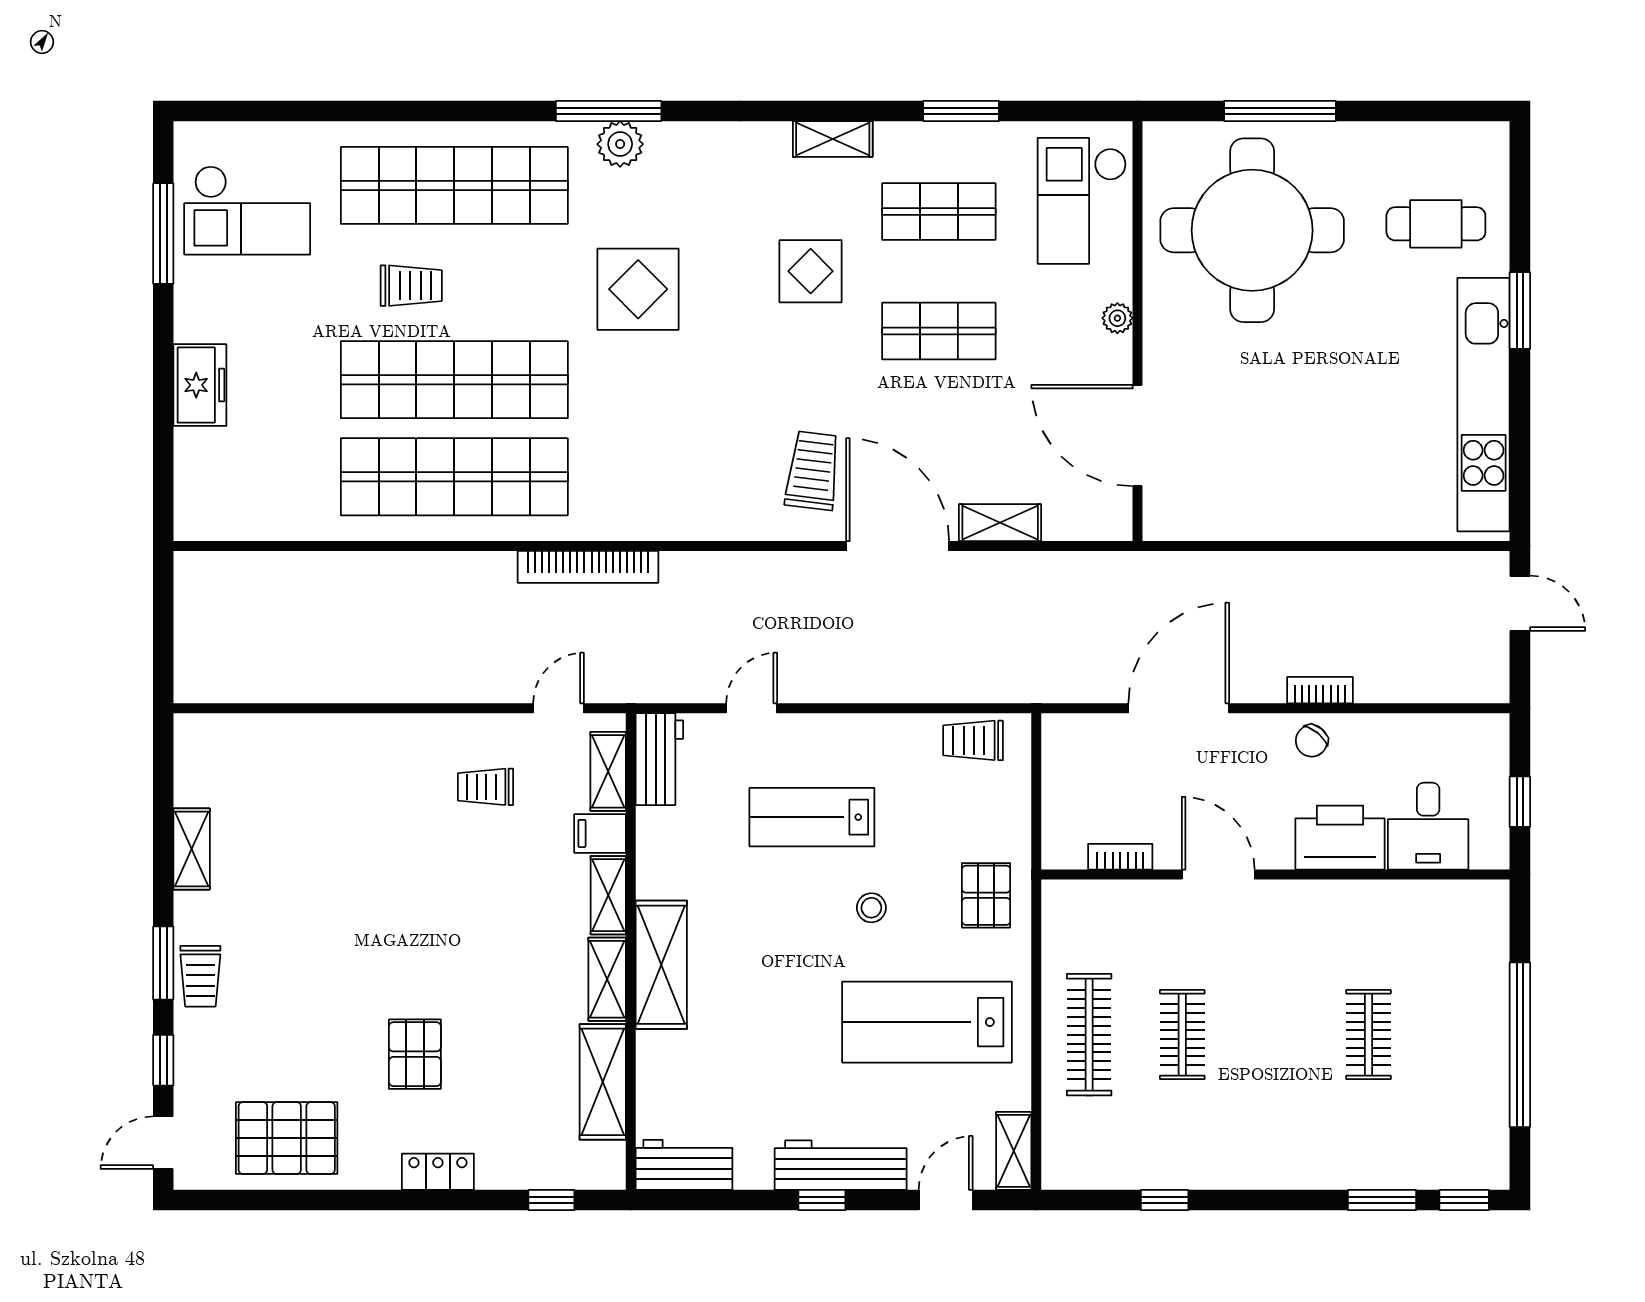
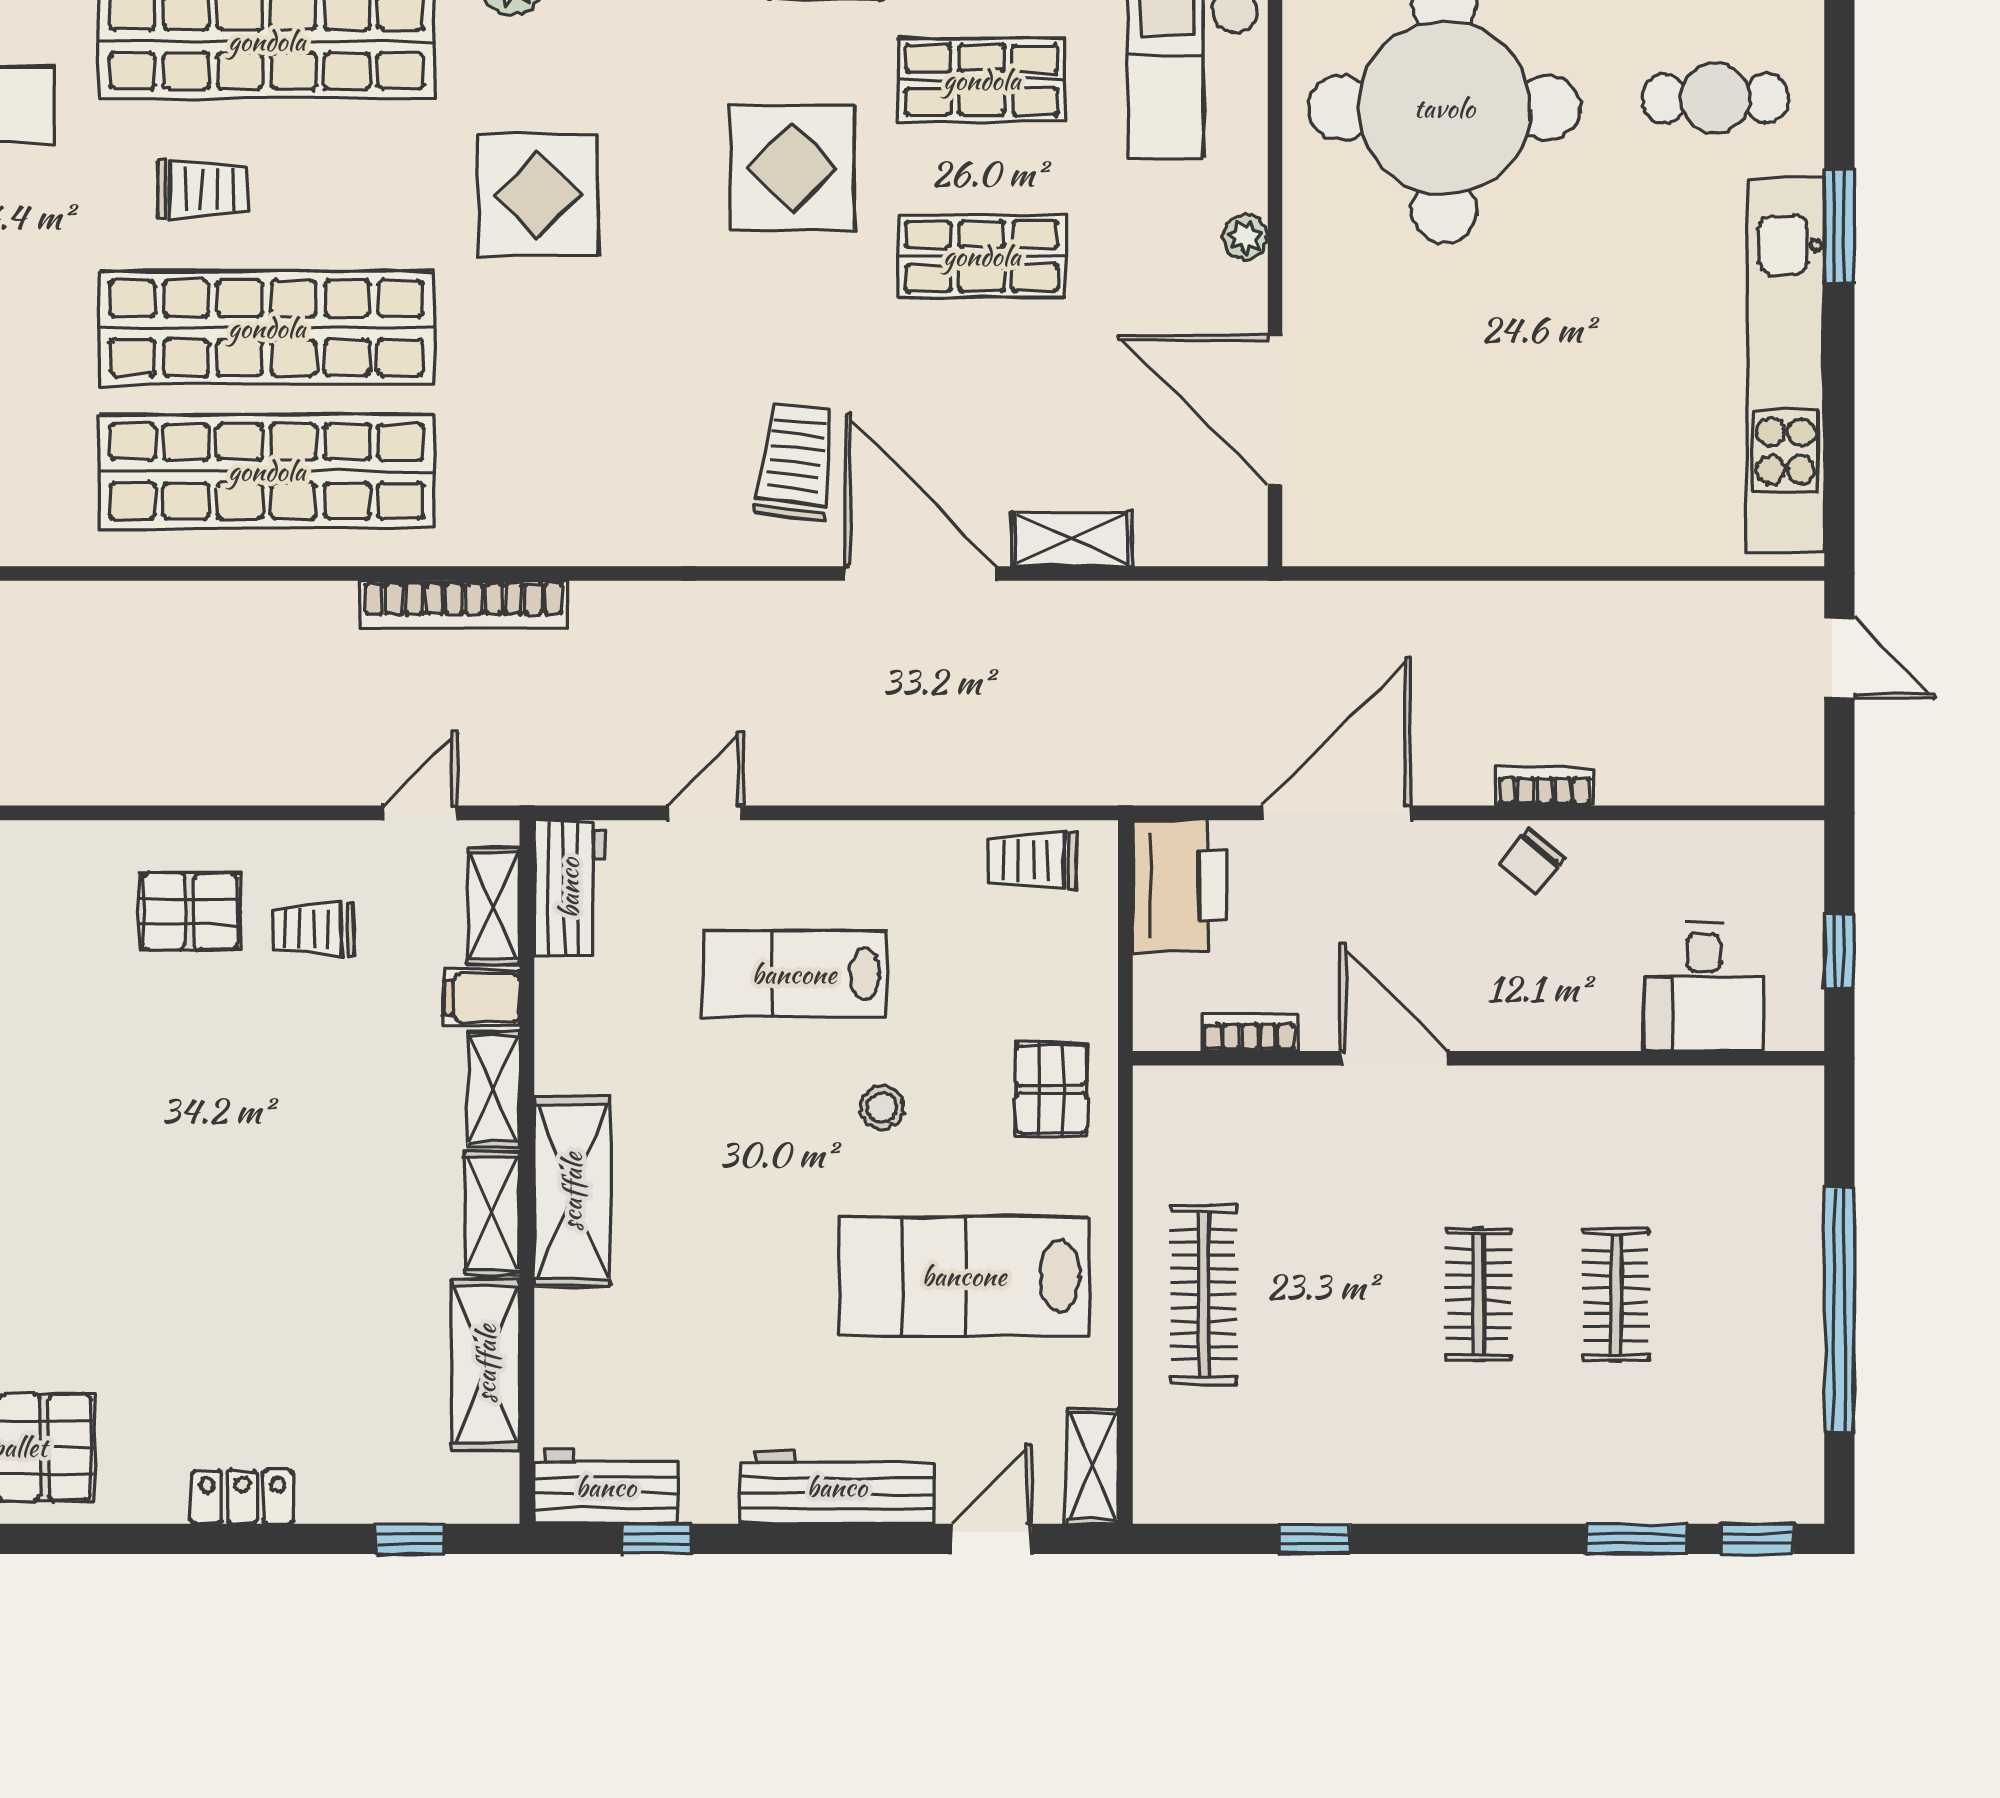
display table: (811, 271) -> (792, 168), width x1.36, depth x1.36
printer: (1340, 838) -> (1180, 886), moved, turned 90
clothes rail: (1182, 1035) -> (1478, 1295), moved
pallet: (415, 1054) -> (190, 911), moved, turned 90
window: (822, 1200) -> (657, 1539), moved

